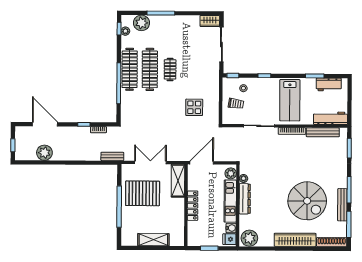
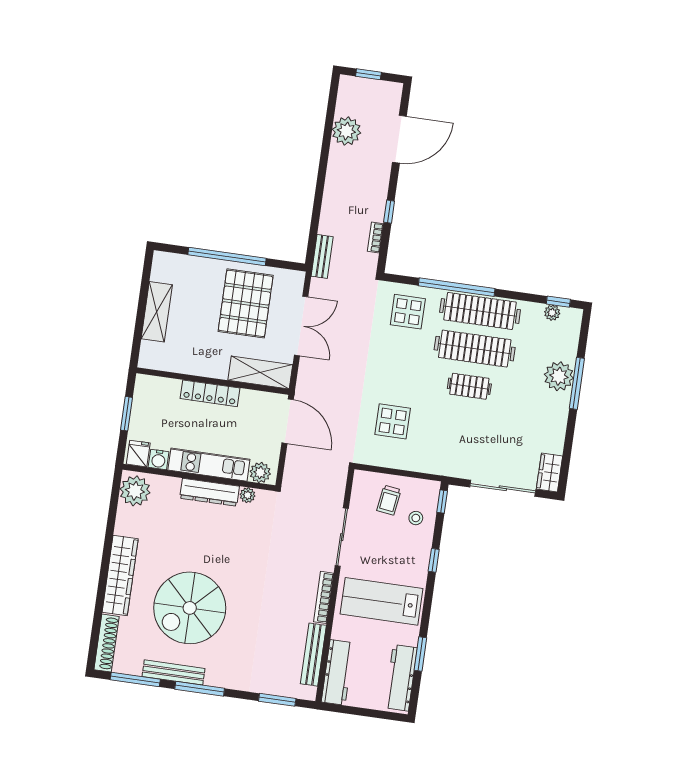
plant: (141, 23) -> (559, 376), moved
workbench: (329, 84) -> (401, 678), width x1.38
display table: (135, 107) -> (408, 312), added

